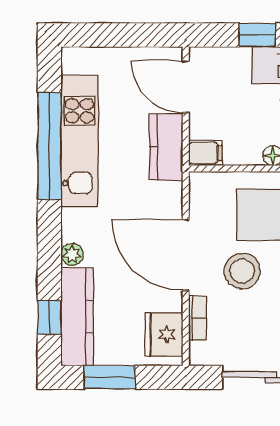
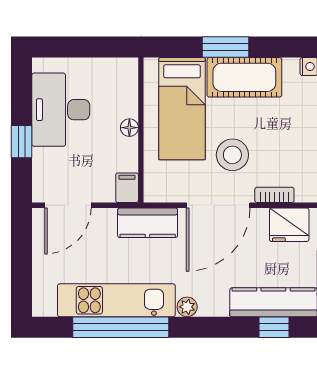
kitchen counter: (166, 147) -> (148, 223), moved
plant: (72, 254) -> (187, 307), moved

